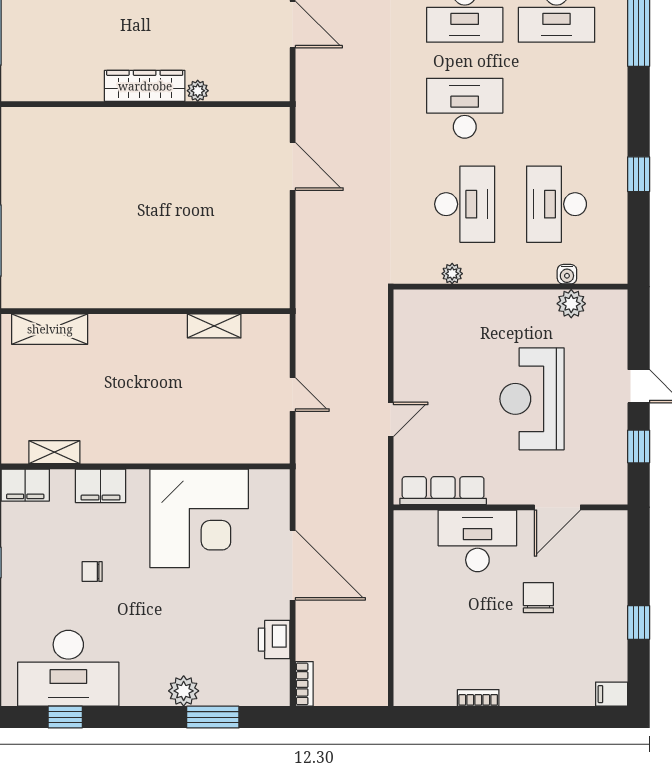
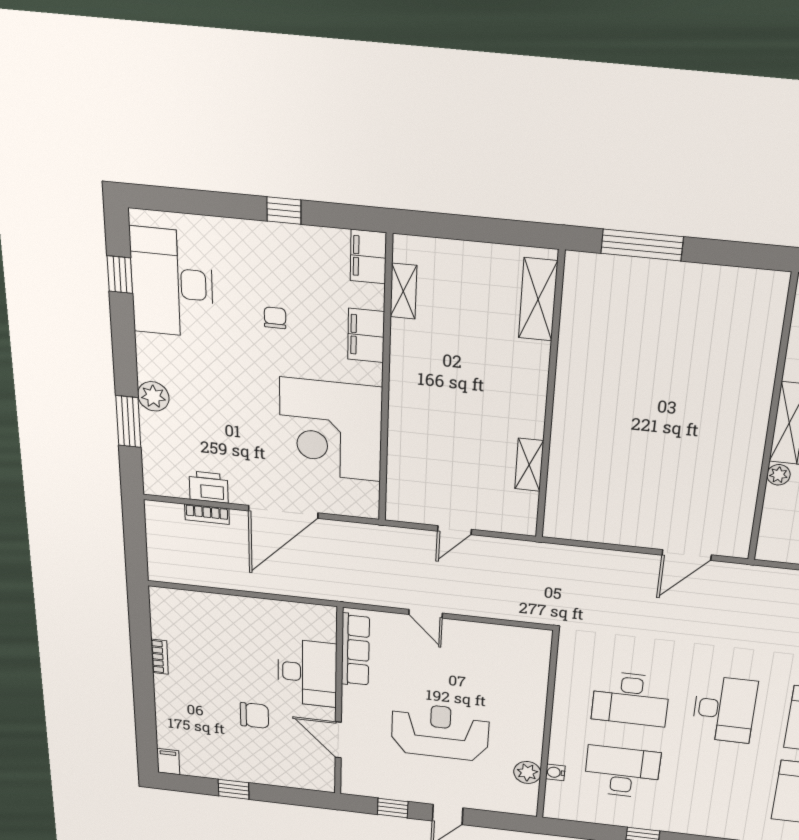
plant: (452, 274) -> (564, 681), removed
bookcase: (304, 684) -> (207, 514), moved

